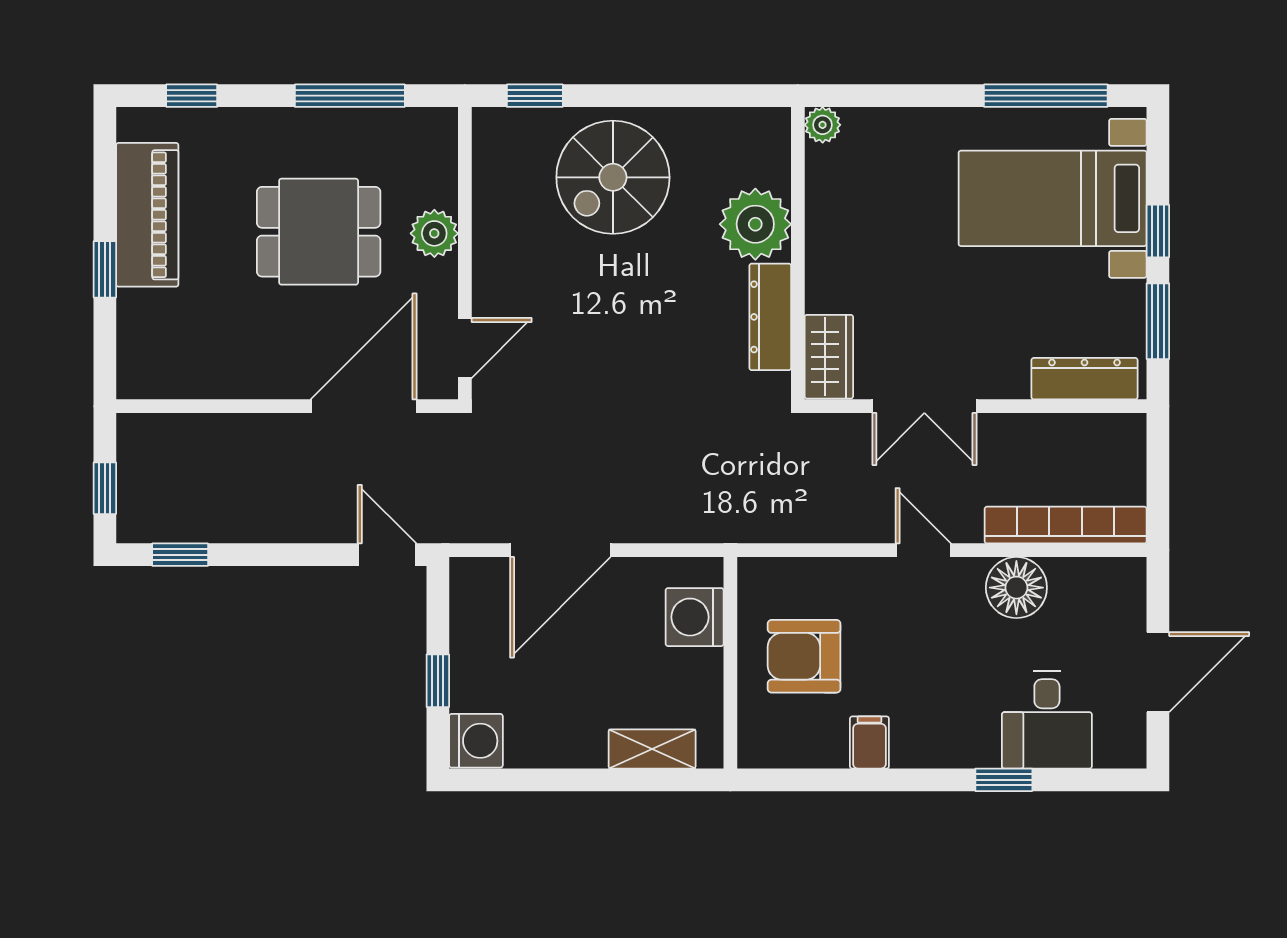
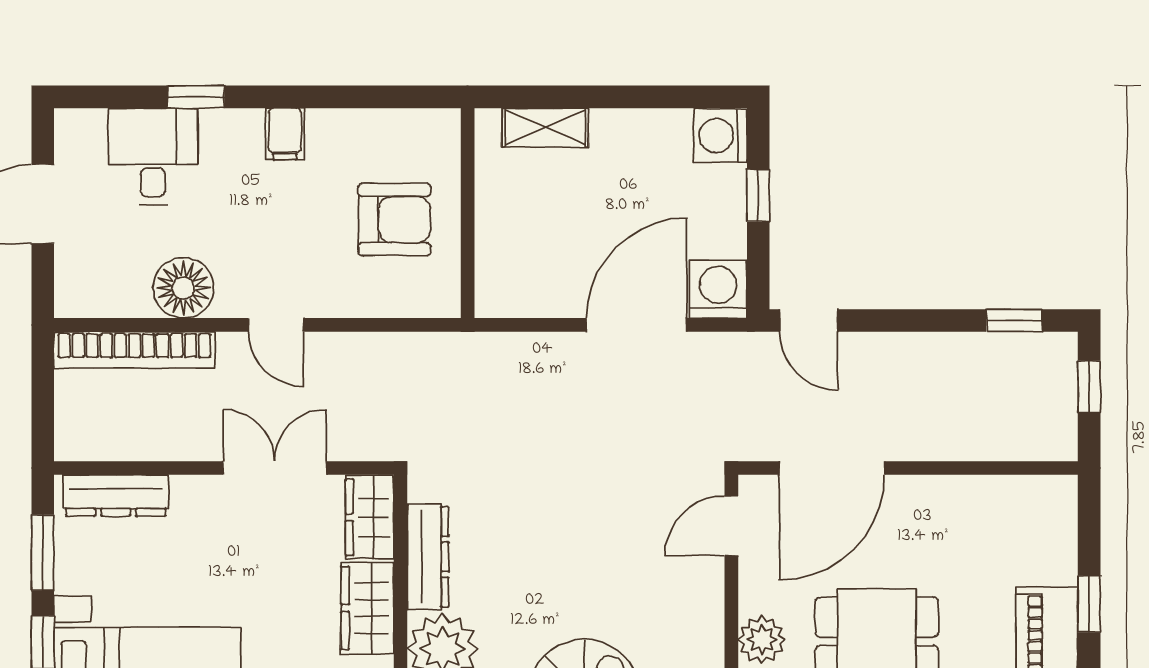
wardrobe: (831, 265) -> (367, 608), added
washing machine: (695, 617) -> (718, 289), moved, turned -90
filing cabinet: (869, 742) -> (285, 134), moved

